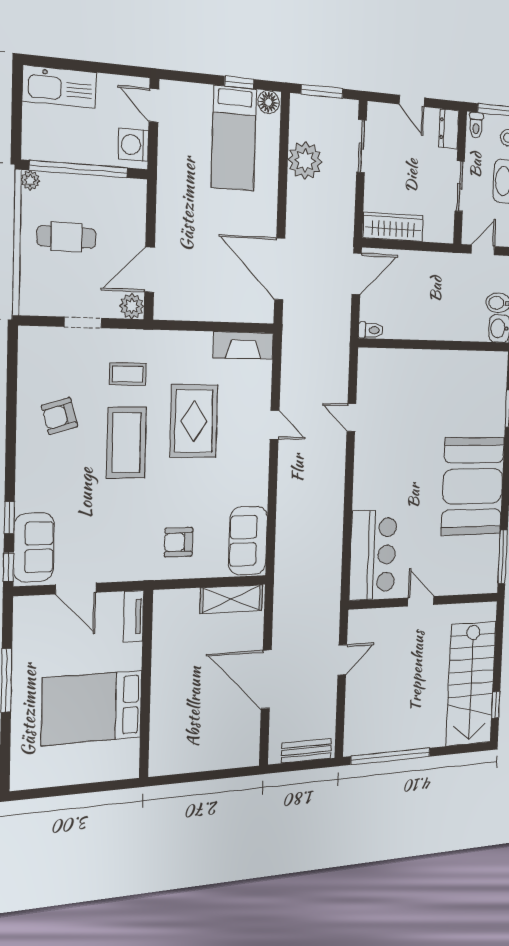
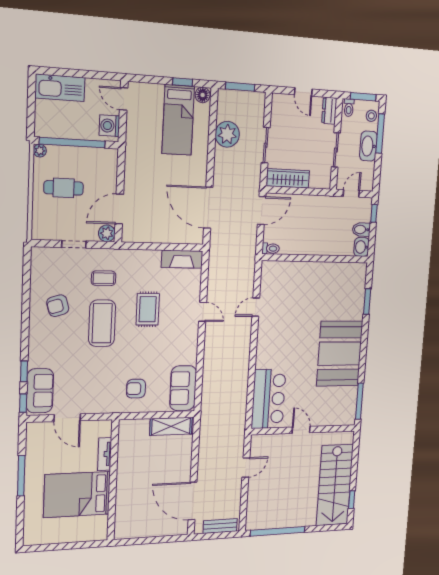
sliding door: (361, 146) -> (266, 145), moved
door: (351, 417) -> (256, 307), hinge flipped
rug: (194, 421) -> (148, 309), width x0.73, depth x0.70
tv unit: (134, 616) -> (105, 454), moved
door: (266, 679) -> (193, 501), moved

